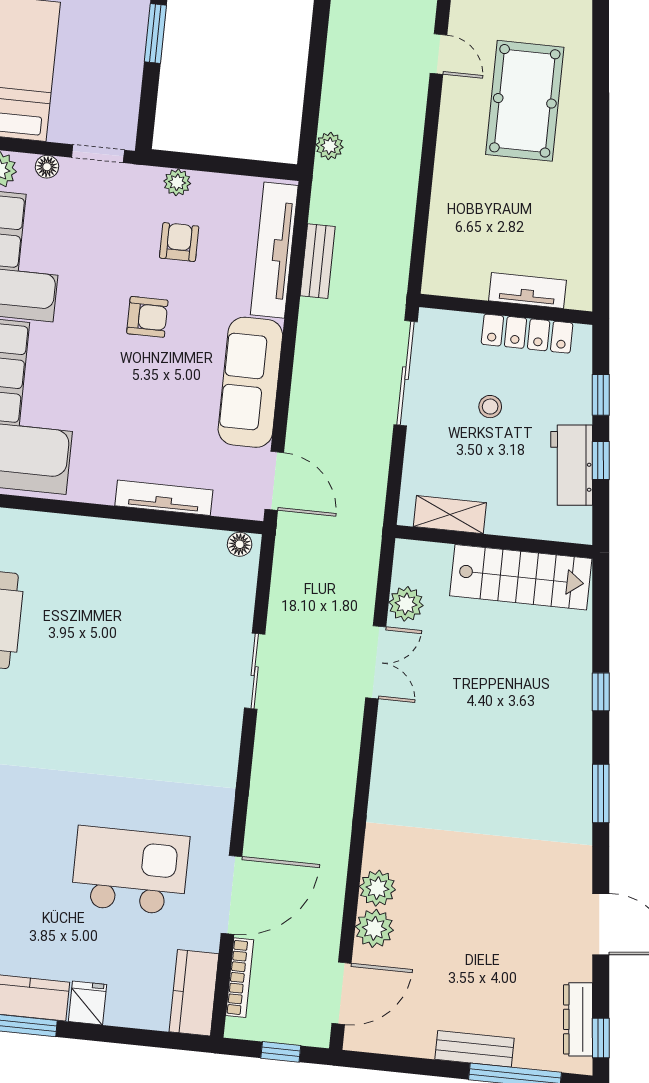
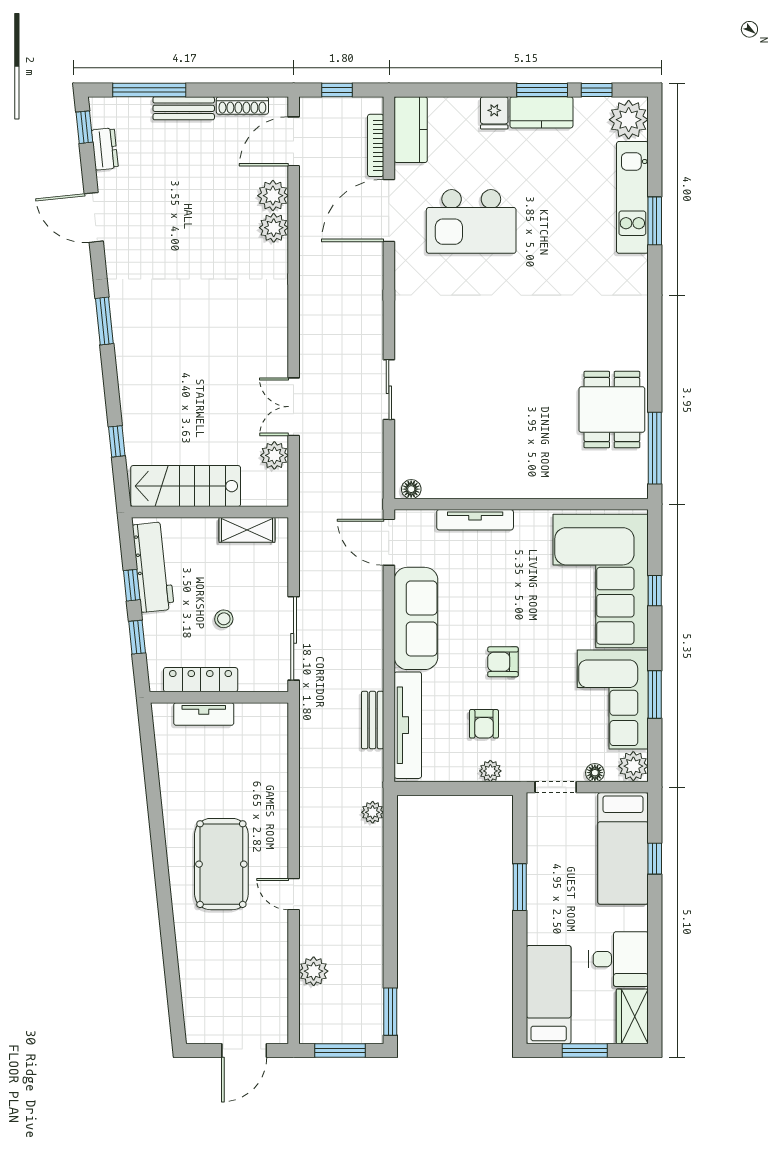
workbench: (572, 465) -> (153, 567), width x1.38
window: (601, 692) -> (117, 441), moved
dresser: (578, 1019) -> (105, 149), width x0.70
shoe rack: (401, 1045) -> (242, 105), added

